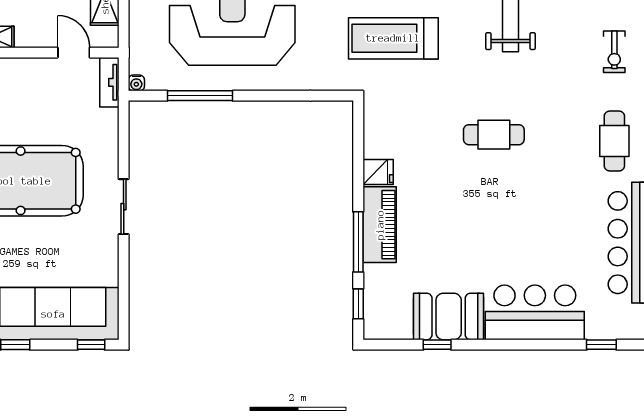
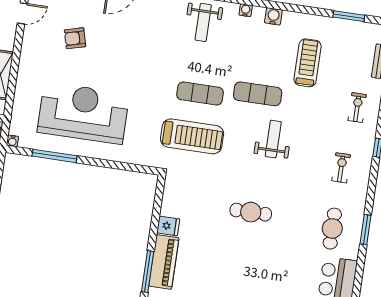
treadmill: (393, 38) -> (192, 136), turned 180
exercise bike: (614, 52) -> (341, 168), turned 180

